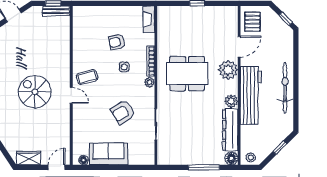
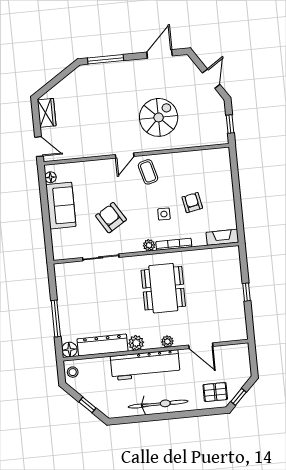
bench: (56, 11) -> (221, 128), removed
pallet: (252, 22) -> (215, 392), moved
plant: (228, 70) -> (167, 342), width x0.53, depth x0.53
spiral stairs: (35, 92) -> (159, 117), moved

